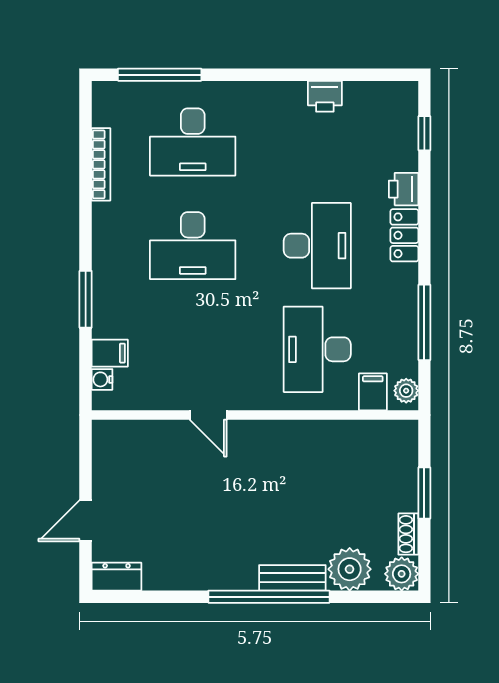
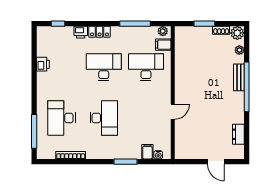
desk: (193, 142) -> (62, 118), turned 180
desk: (317, 349) -> (146, 67), turned 180
plant: (350, 569) -> (239, 50), width x0.53, depth x0.53
dresser: (117, 577) -> (238, 134), moved

